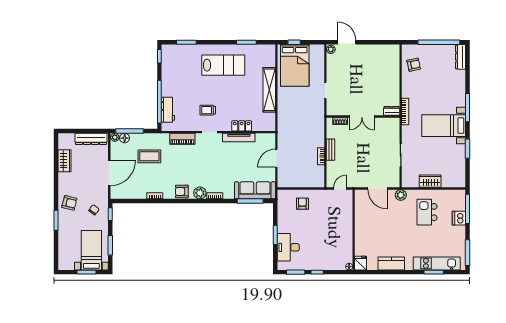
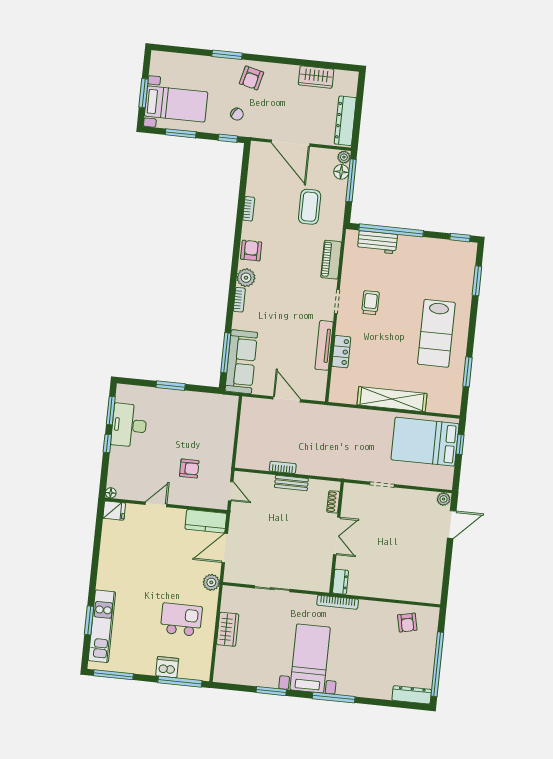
double door: (362, 116) -> (337, 536), swing flipped
armchair: (302, 204) -> (189, 468), moved
door: (354, 236) -> (156, 504), added
desk: (288, 247) -> (129, 425), moved, turned -90
kitchen counter: (391, 263) -> (206, 521), moved, turned 90

